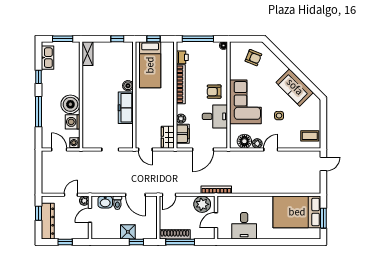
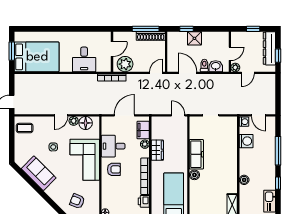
boiler: (70, 104) -> (244, 180), moved, width x0.54, depth x0.54
wardrobe: (168, 137) -> (157, 150), moved
desk: (244, 226) -> (84, 59), moved, turned 180

